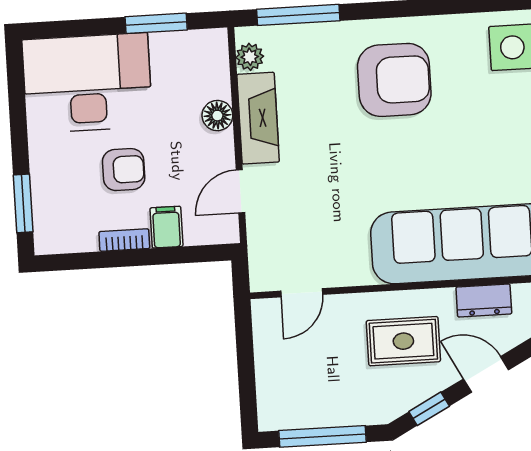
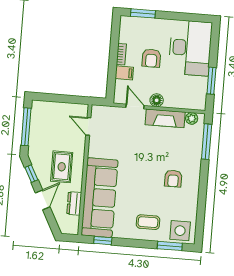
armchair: (394, 80) -> (173, 179), width x0.53, depth x0.53
floor lamp: (217, 116) -> (157, 100), moved
coffee table: (503, 124) -> (148, 222), added

